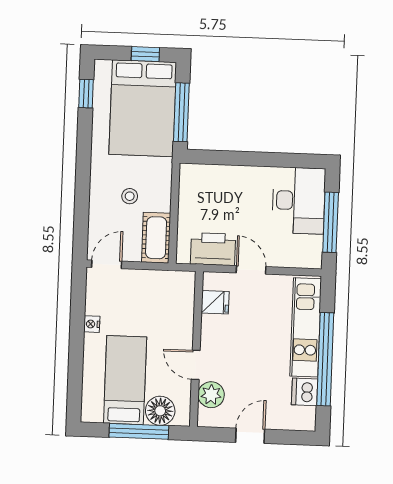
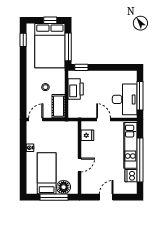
window: (208, 157) -> (81, 67), added
desk: (299, 201) -> (125, 99), moved
printer: (213, 249) -> (76, 89), moved, turned 90
door: (196, 365) -> (79, 165), swing flipped
plant: (211, 395) -> (87, 179), removed

